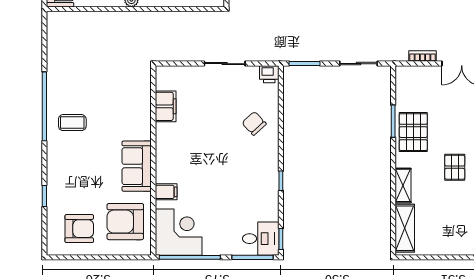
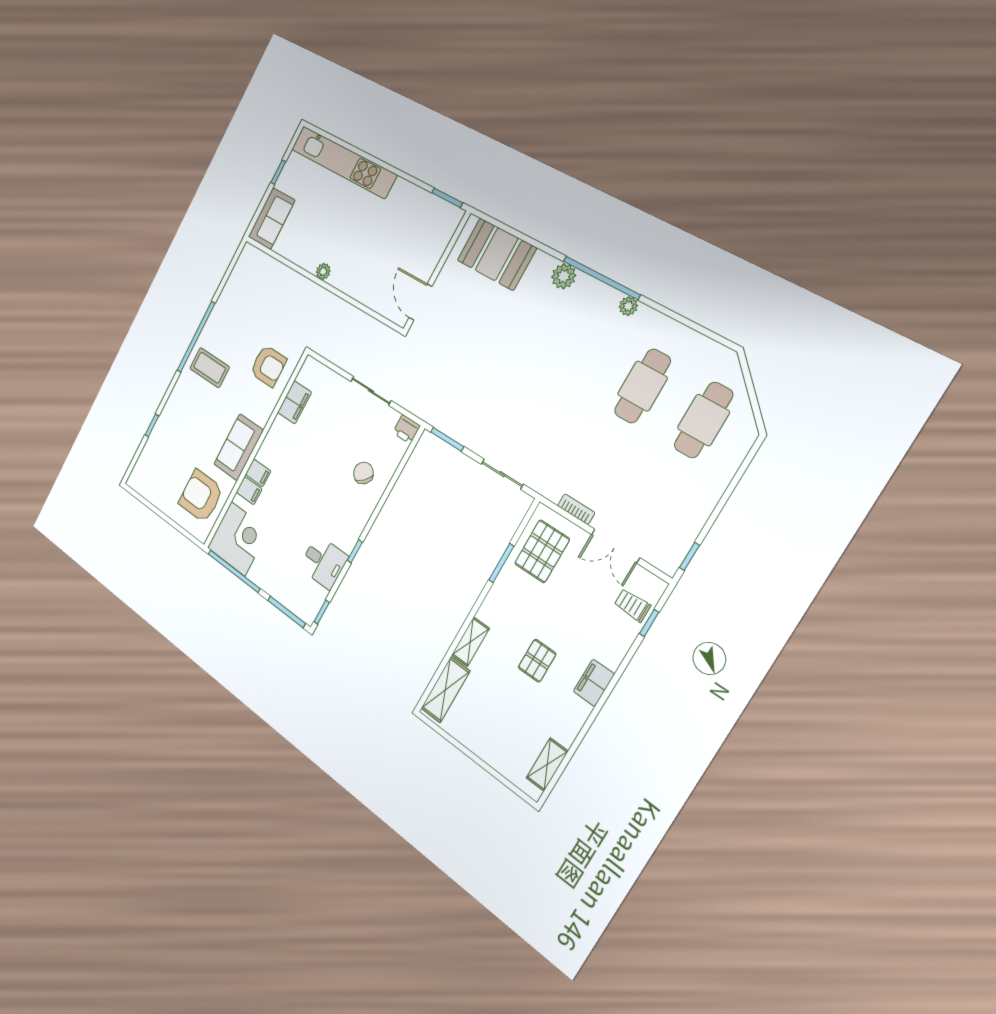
coffee table: (72, 123) -> (210, 368), width x1.36, depth x1.30
pallet: (413, 132) -> (542, 551), moved
filing cabinet: (166, 174) -> (258, 473), added
armchair: (79, 229) -> (268, 366), moved
desk: (261, 239) -> (324, 562), moved

